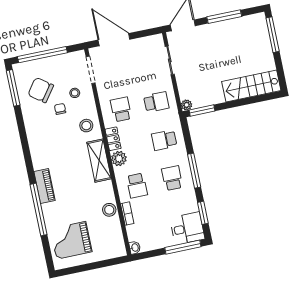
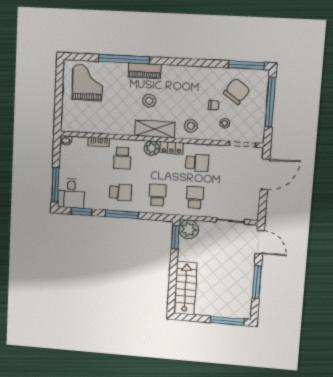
school desk: (156, 102) -> (195, 197), turned 180
plant: (187, 105) -> (189, 229), width x1.87, depth x1.87
school desk: (137, 186) -> (122, 158), turned -90
stool: (109, 210) -> (149, 101), moved

